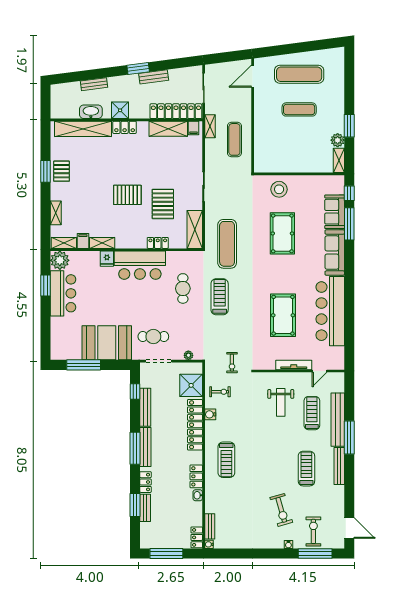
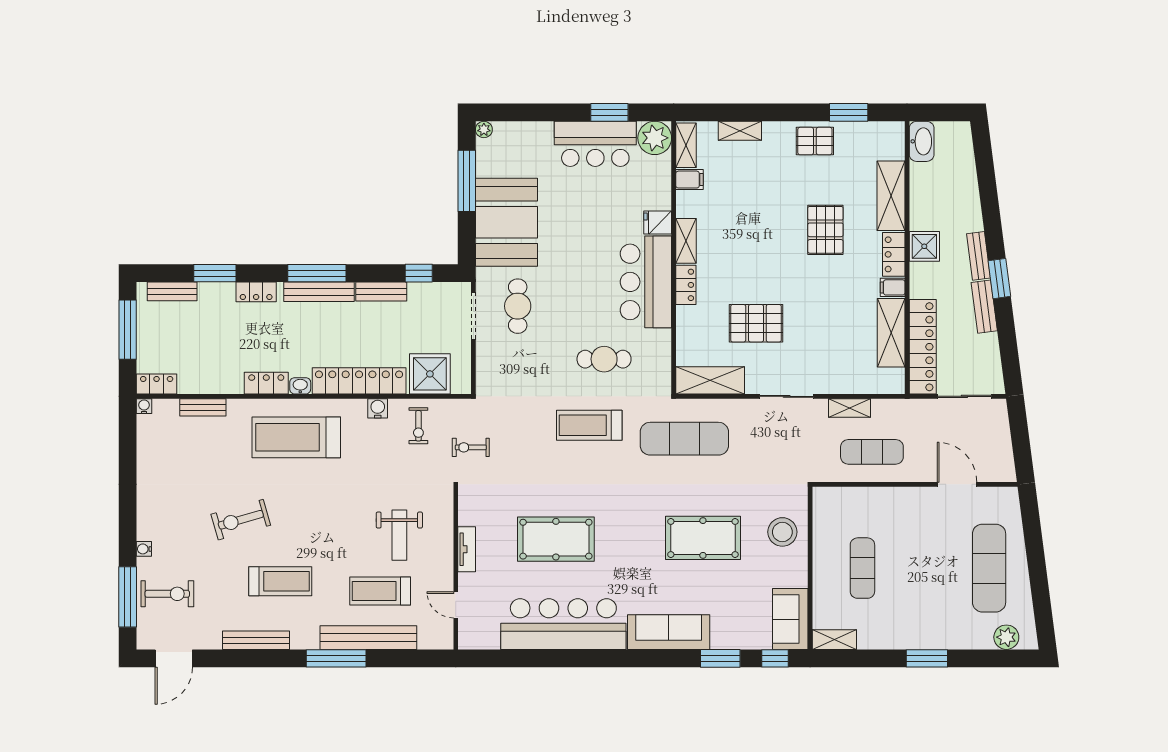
door: (253, 76) -> (957, 484), moved
bench: (94, 84) -> (979, 256), moved
exercise mat: (299, 109) -> (862, 568), moved
washbasin: (91, 112) -> (922, 141), moved
shelving: (210, 126) -> (850, 408), moved
window: (349, 126) -> (927, 658), moved
filing cabinet: (193, 128) -> (893, 287), moved
shelving: (83, 129) -> (891, 196), width x0.68
plant: (338, 140) -> (1006, 637), moved
window: (46, 171) -> (849, 112), moved
pallet: (127, 195) -> (825, 230), moved
sofa: (335, 212) -> (790, 619), moved, turned -90
window: (349, 224) -> (720, 658), width x0.69
shelving: (102, 243) -> (686, 241), moved
locker: (158, 243) -> (686, 285), moved
treadmill: (220, 297) -> (589, 425), turned 180
plant: (188, 355) -> (484, 129), moved
tv unit: (294, 365) -> (467, 549), width x0.71
weight bench: (281, 402) -> (399, 535), turned -90
bench: (145, 407) -> (381, 292), width x0.73
treadmill: (312, 413) -> (380, 591), turned 180
treadmill: (226, 460) -> (296, 437), width x1.37, depth x1.38
bench: (339, 466) -> (256, 640), moved
washbasin: (198, 495) -> (300, 386), moved
bench: (145, 508) -> (172, 291), moved
exercise bike: (281, 510) -> (241, 520), moved
bench: (210, 526) -> (203, 407), moved

